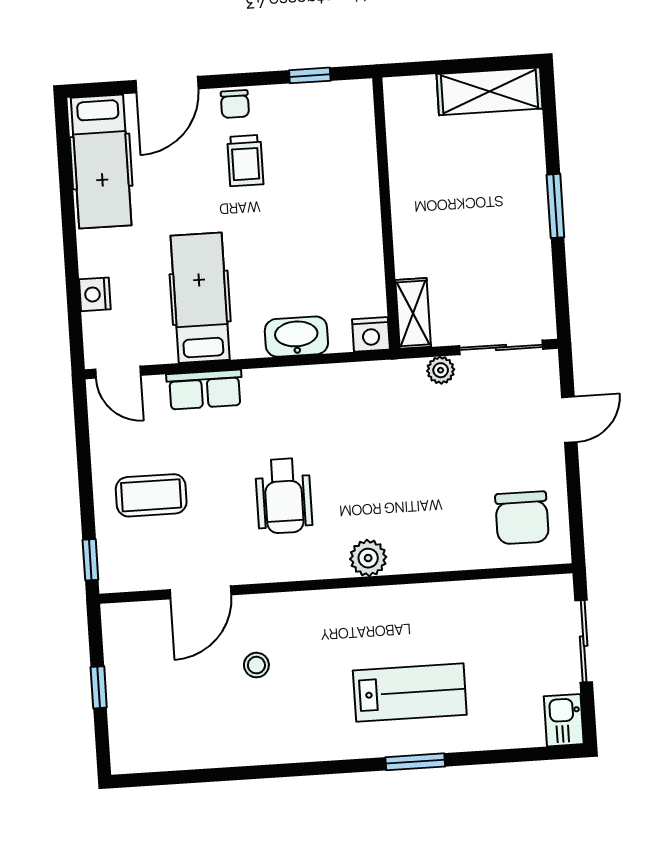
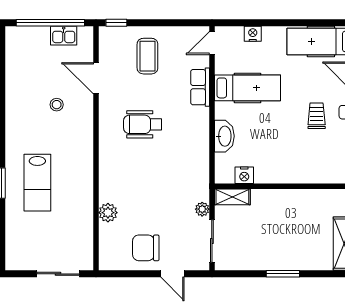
trolley: (245, 161) -> (317, 116), turned 90
nightstand: (371, 334) -> (244, 175), moved, turned -90
chair: (522, 518) -> (146, 248), moved
plant: (368, 558) -> (108, 213), moved
window: (99, 687) -> (50, 23), width x3.17
kitchen sink: (564, 720) -> (64, 36), moved, turned 180

